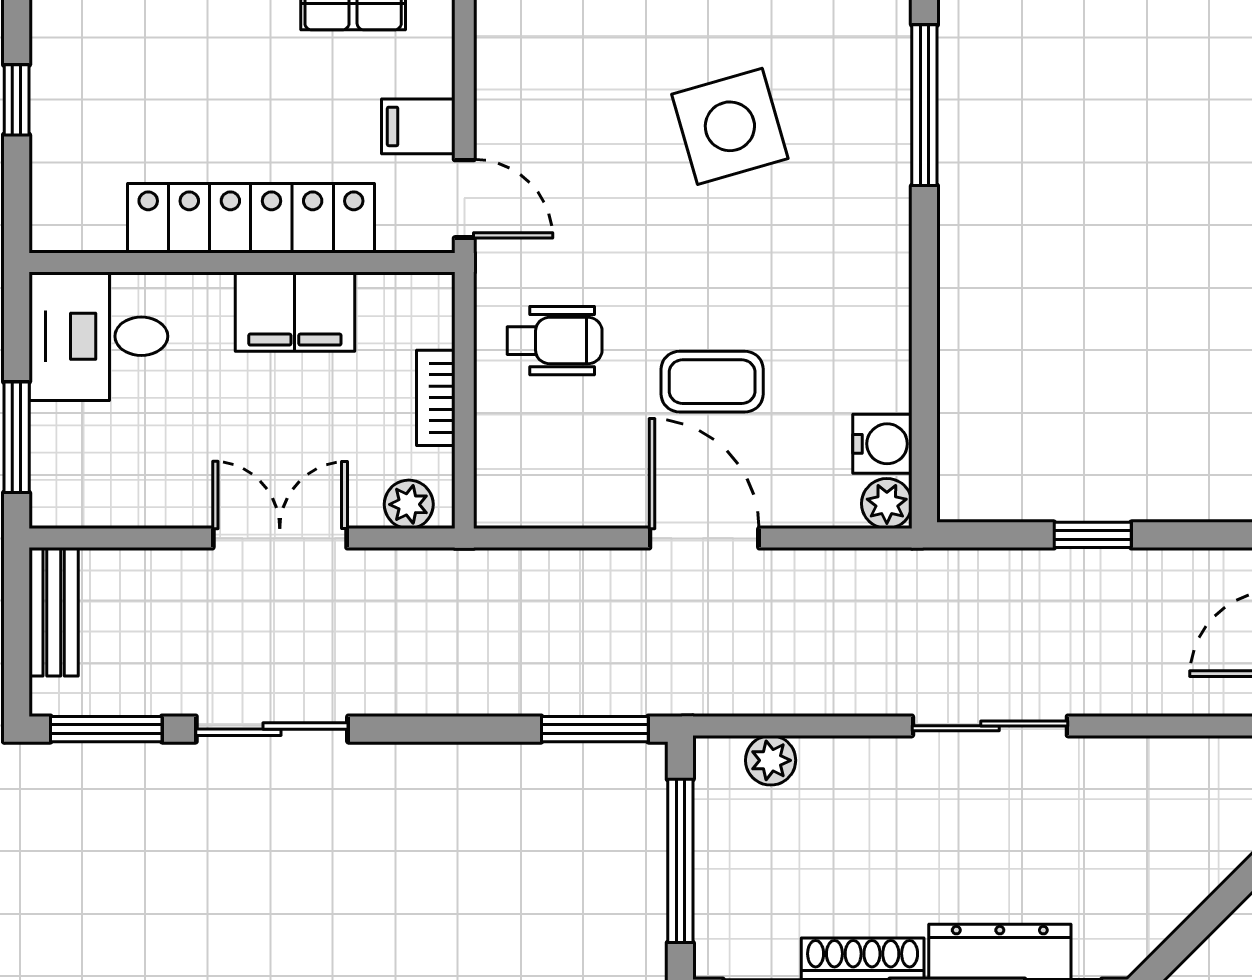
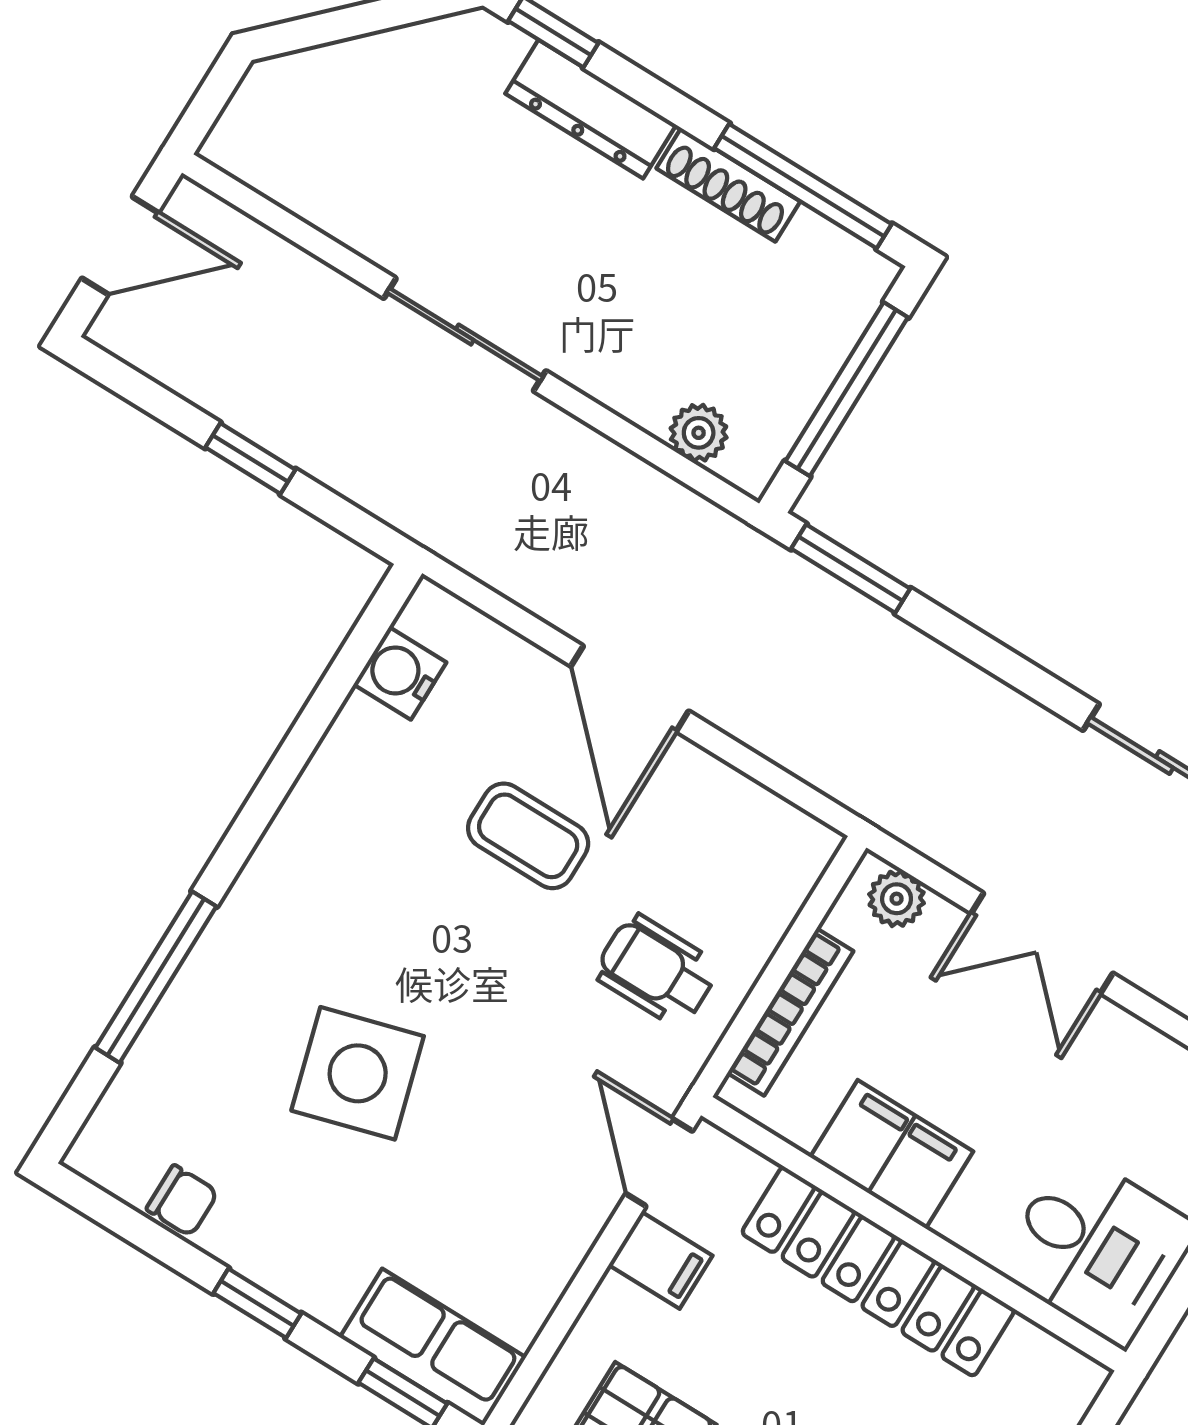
bookcase: (436, 398) -> (790, 1012), width x1.56
plant: (887, 504) -> (432, 613), removed

